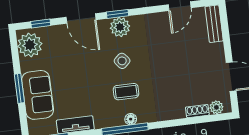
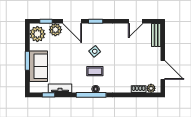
plant: (120, 27) -> (55, 30), moved

